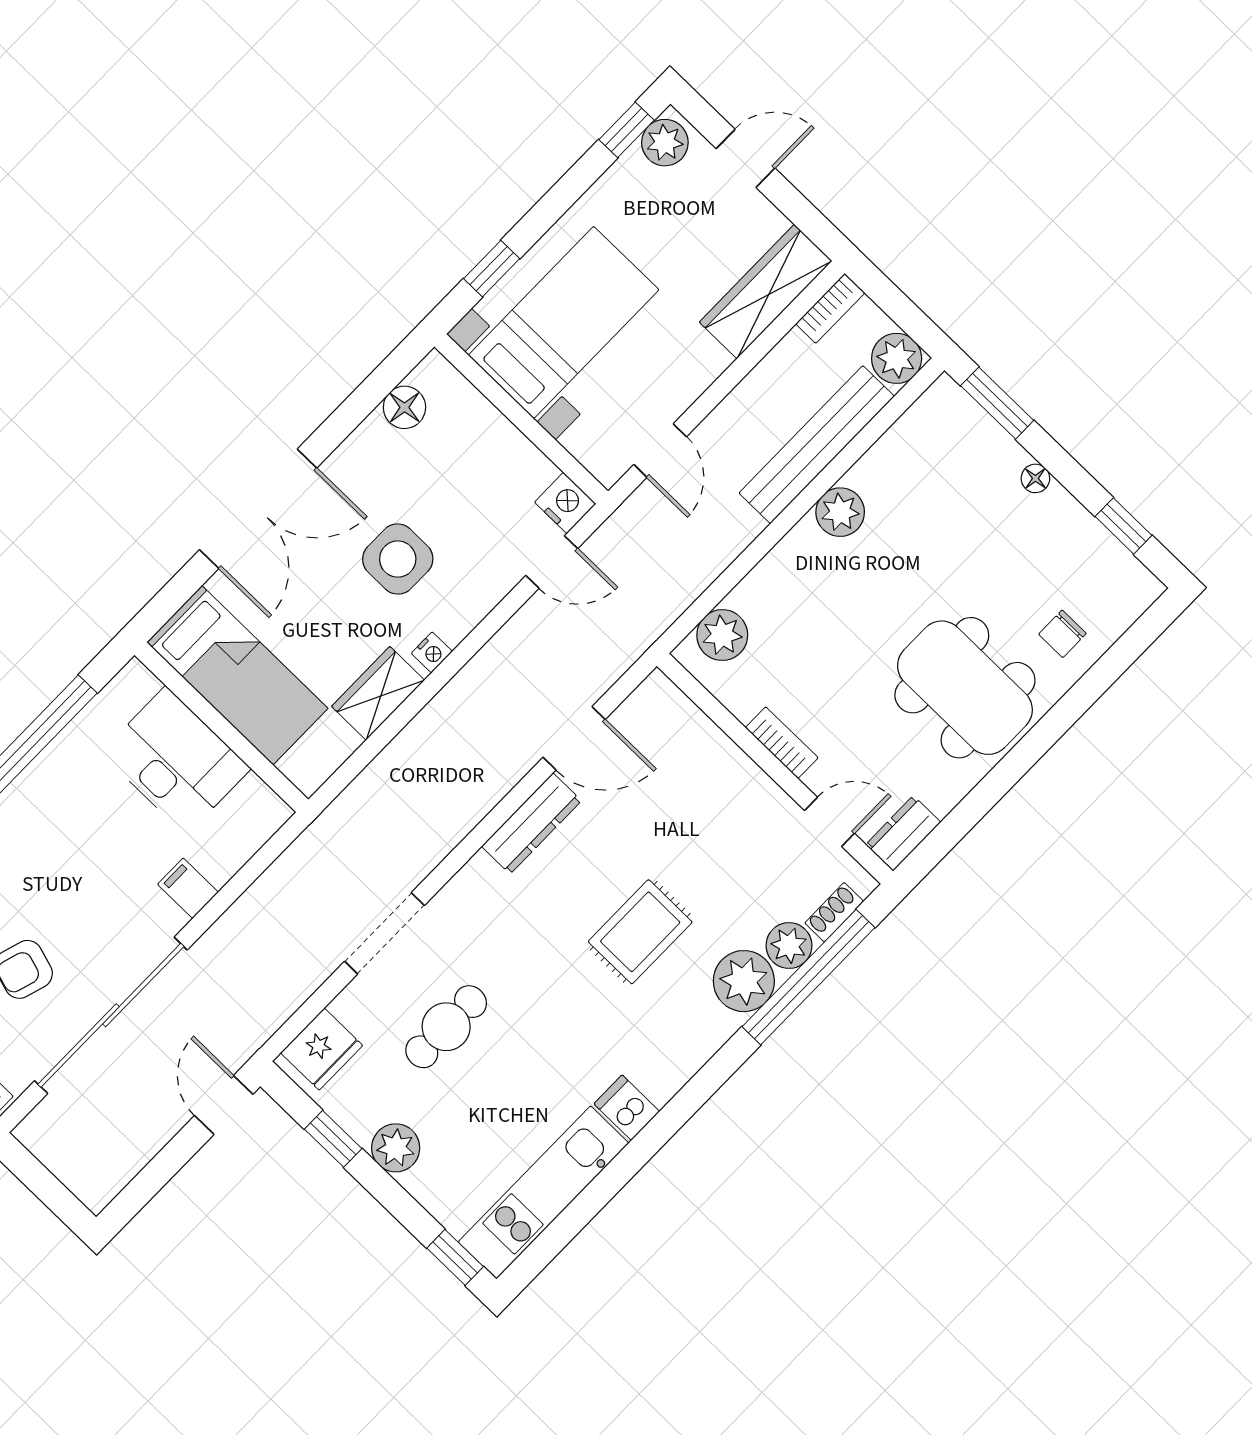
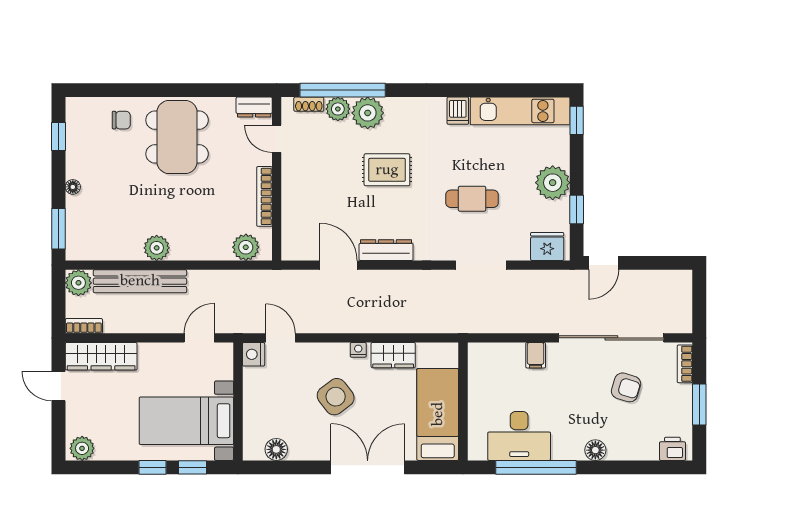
window: (627, 130) -> (152, 467), moved
door: (745, 158) -> (59, 386), moved
side table: (398, 559) -> (336, 397), turned -37
bookcase: (782, 743) -> (264, 196), width x1.56
desk: (176, 761) -> (519, 436), moved, turned -90
cafe table: (446, 1027) -> (472, 199), moved
plant: (396, 1148) -> (553, 183), width x1.36, depth x1.36

